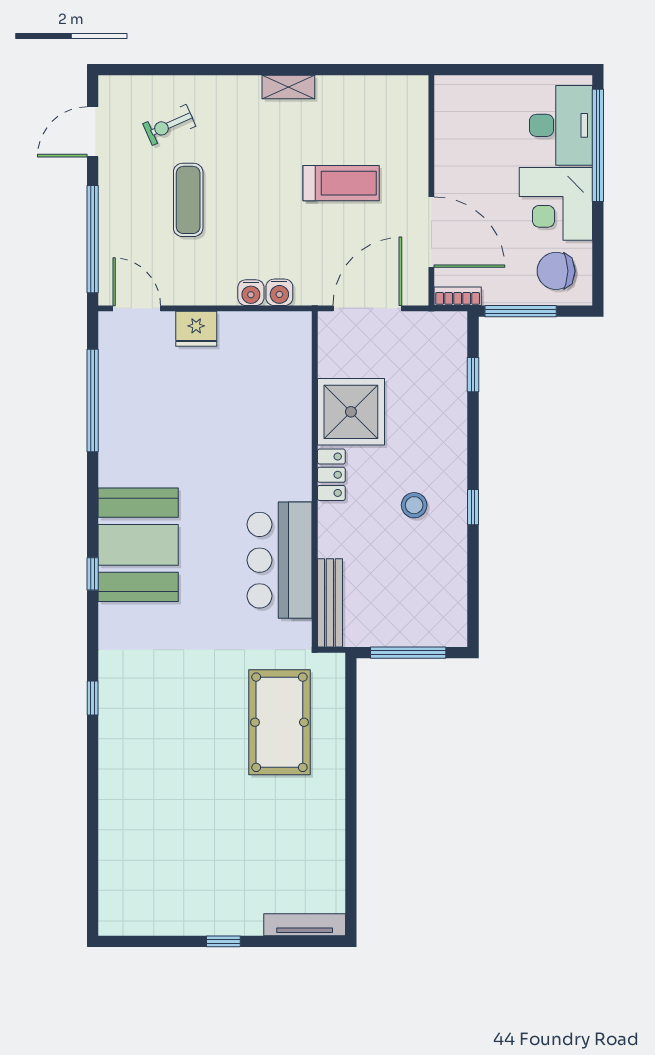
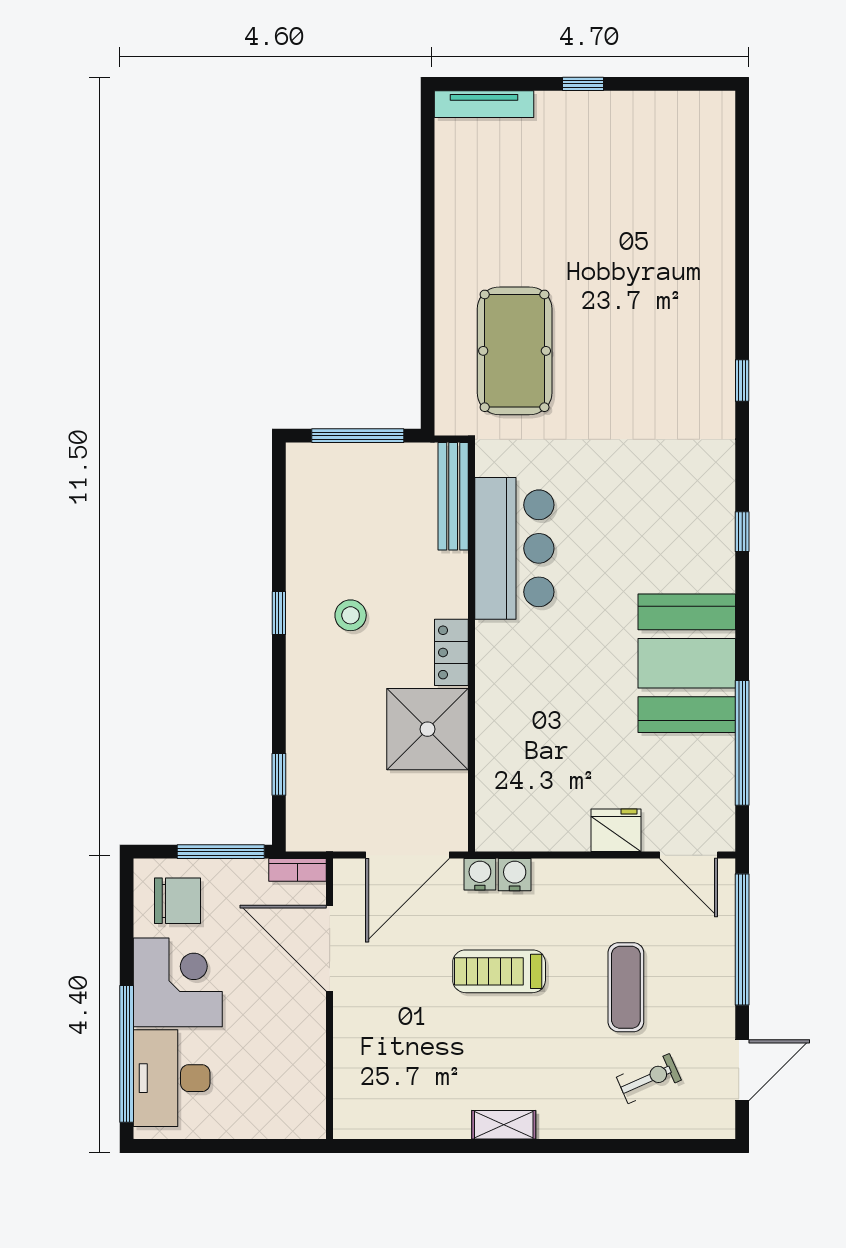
treadmill: (341, 183) -> (499, 971), moved
water cooler: (251, 293) -> (480, 874), moved
booth: (138, 545) -> (687, 663), moved

